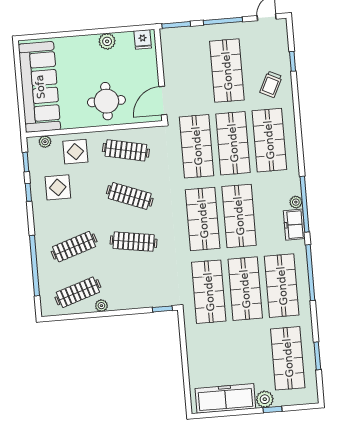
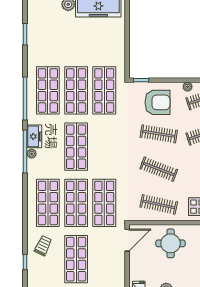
shop shelf: (203, 219) -> (104, 147), removed
armchair: (139, 282) -> (157, 102), added
shop shelf: (288, 358) -> (48, 34), removed

